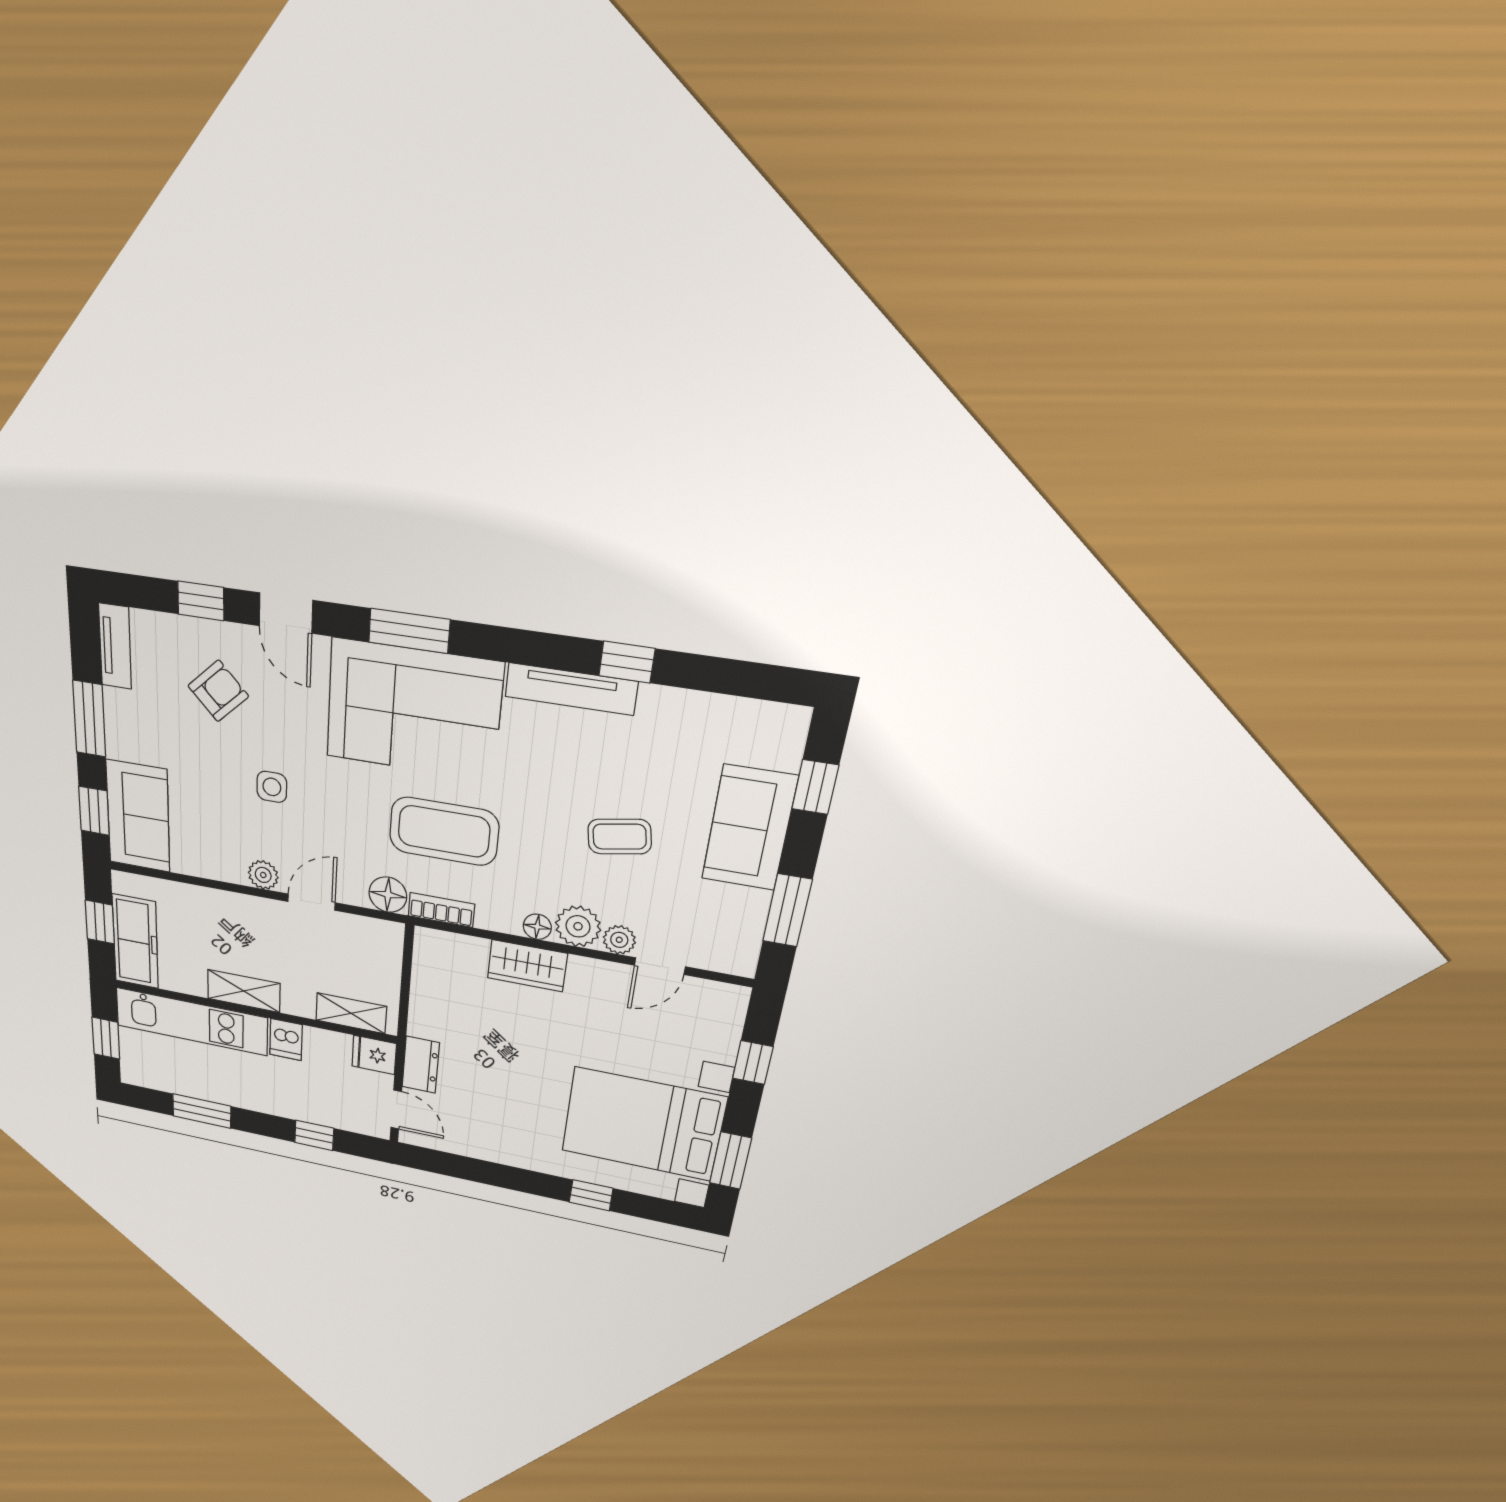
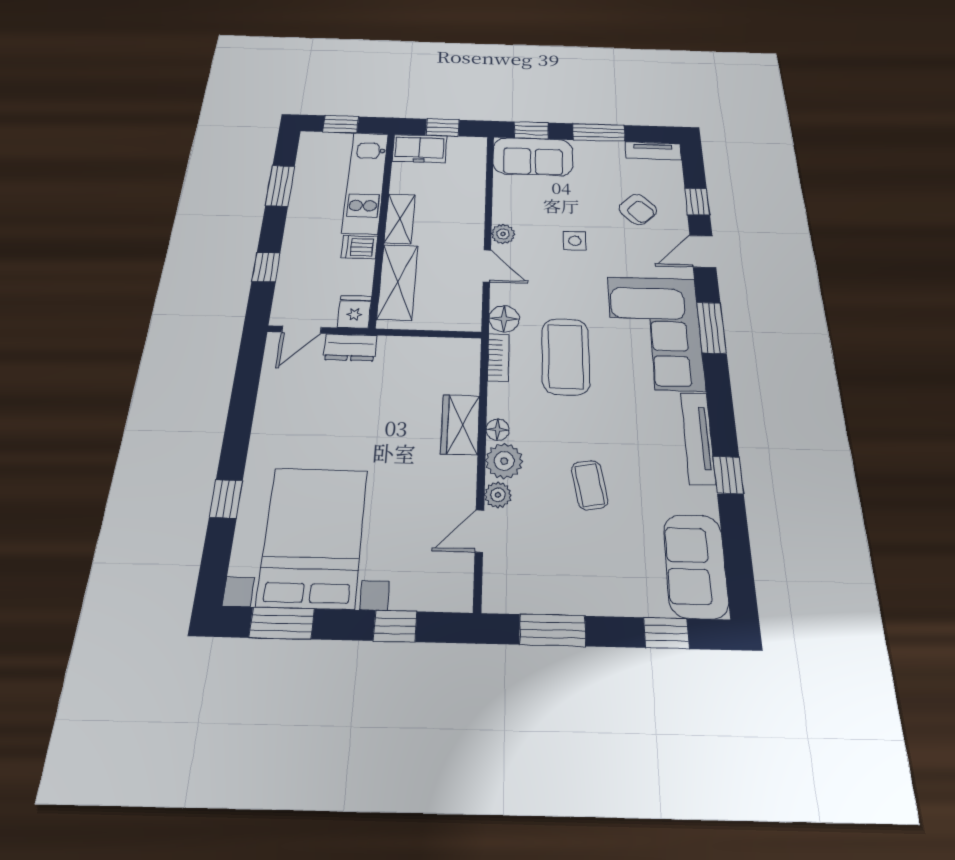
sofa: (749, 828) -> (696, 566), moved, turned -90
freezer: (135, 942) -> (420, 149), width x0.71
door: (660, 966) -> (479, 531), hinge flipped
shelving: (351, 1013) -> (398, 282), width x1.50, depth x1.33

